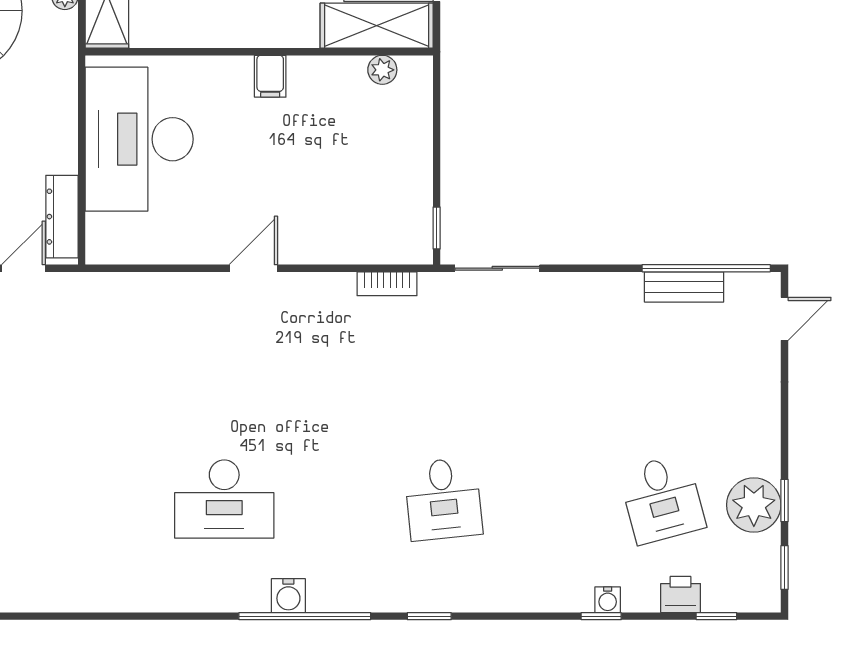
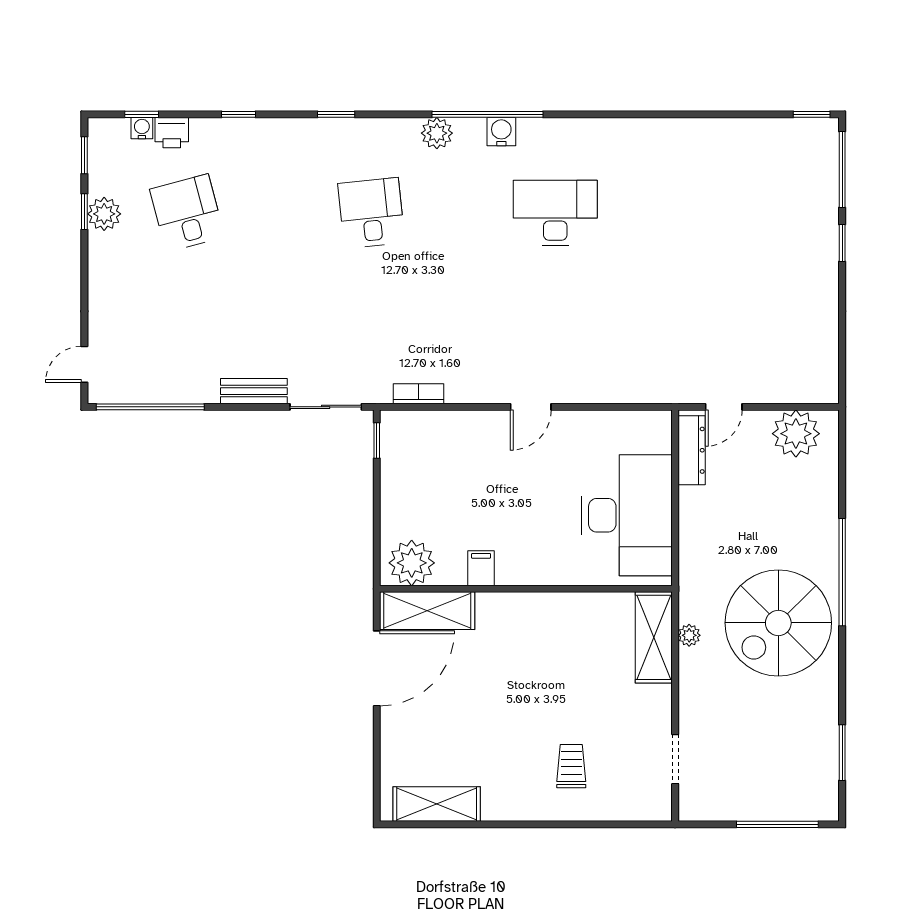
plant: (382, 70) -> (412, 563), width x1.87, depth x1.87
filing cabinet: (270, 76) -> (481, 568), moved
bench: (684, 287) -> (254, 391), moved
plant: (754, 505) -> (104, 214), width x0.73, depth x0.73
plant: (365, 594) -> (437, 133), added
water cooler: (608, 600) -> (142, 128), moved
window: (429, 616) -> (336, 114), moved

